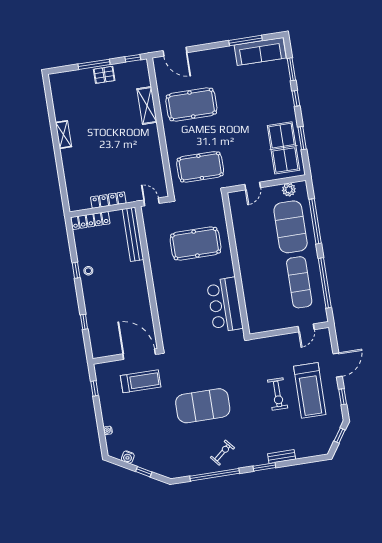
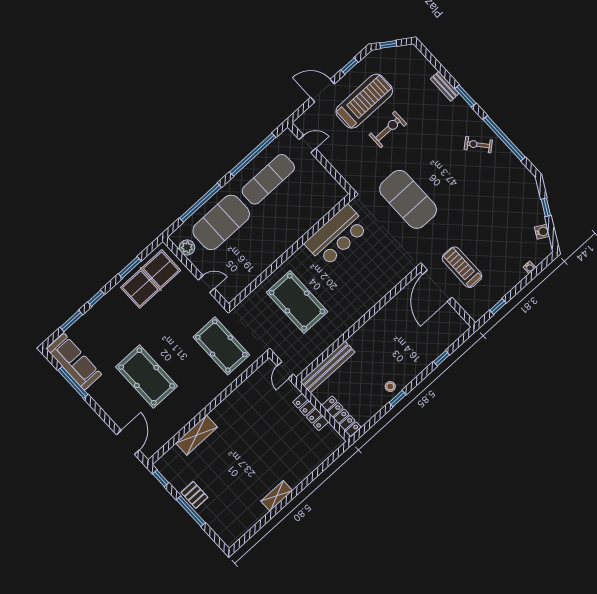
pool table: (191, 105) -> (147, 376), moved
exercise mat: (203, 406) -> (408, 199), moved

